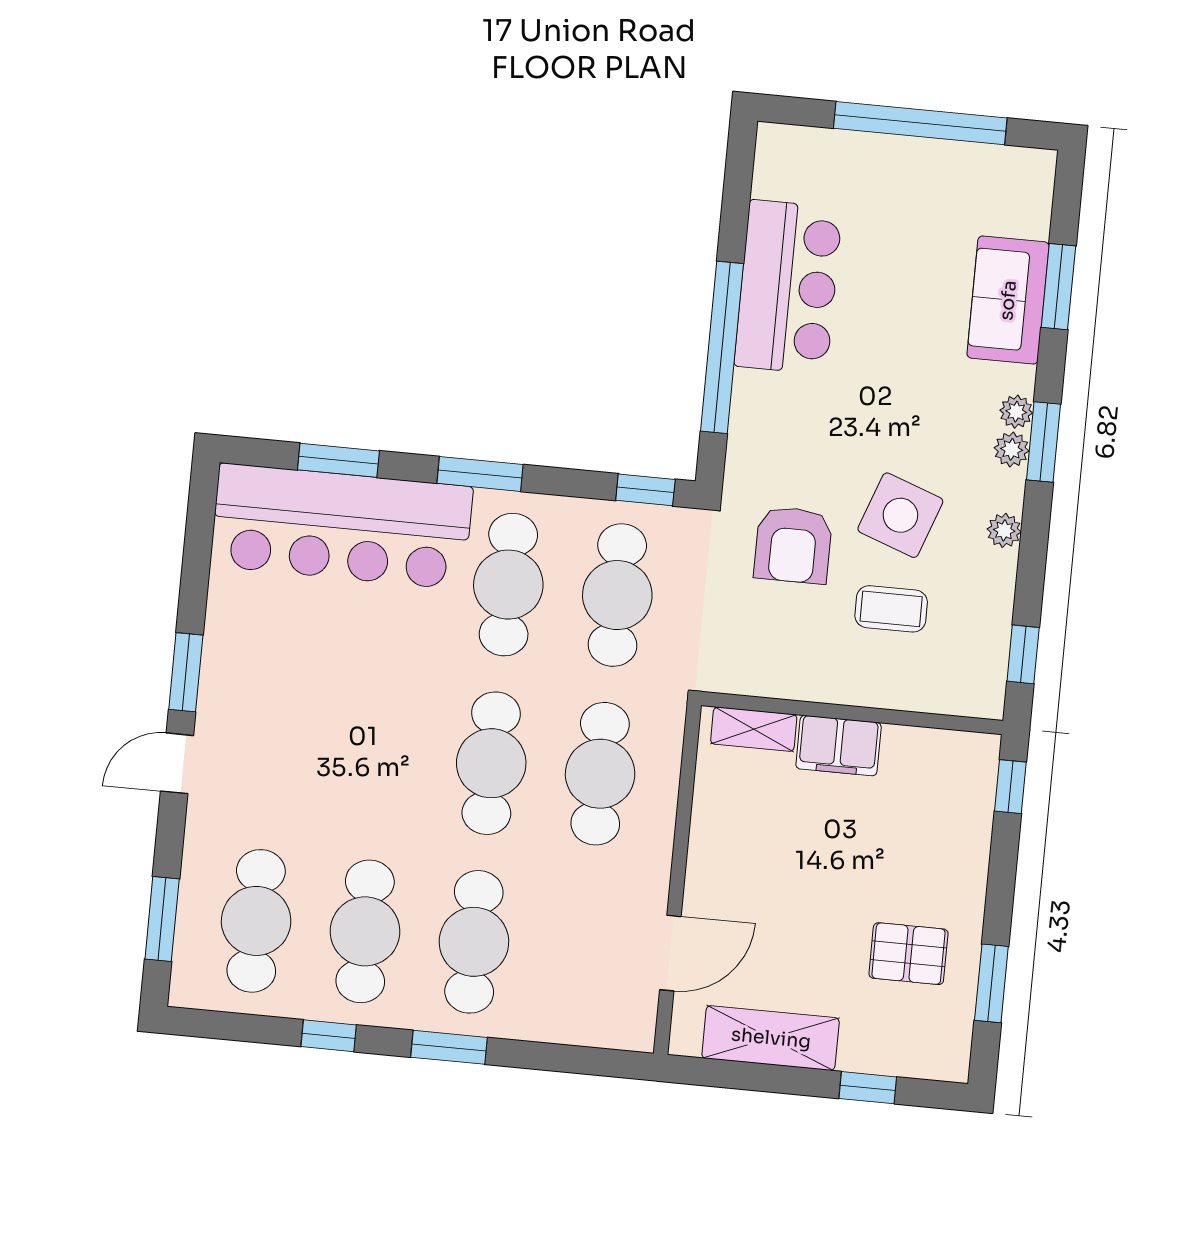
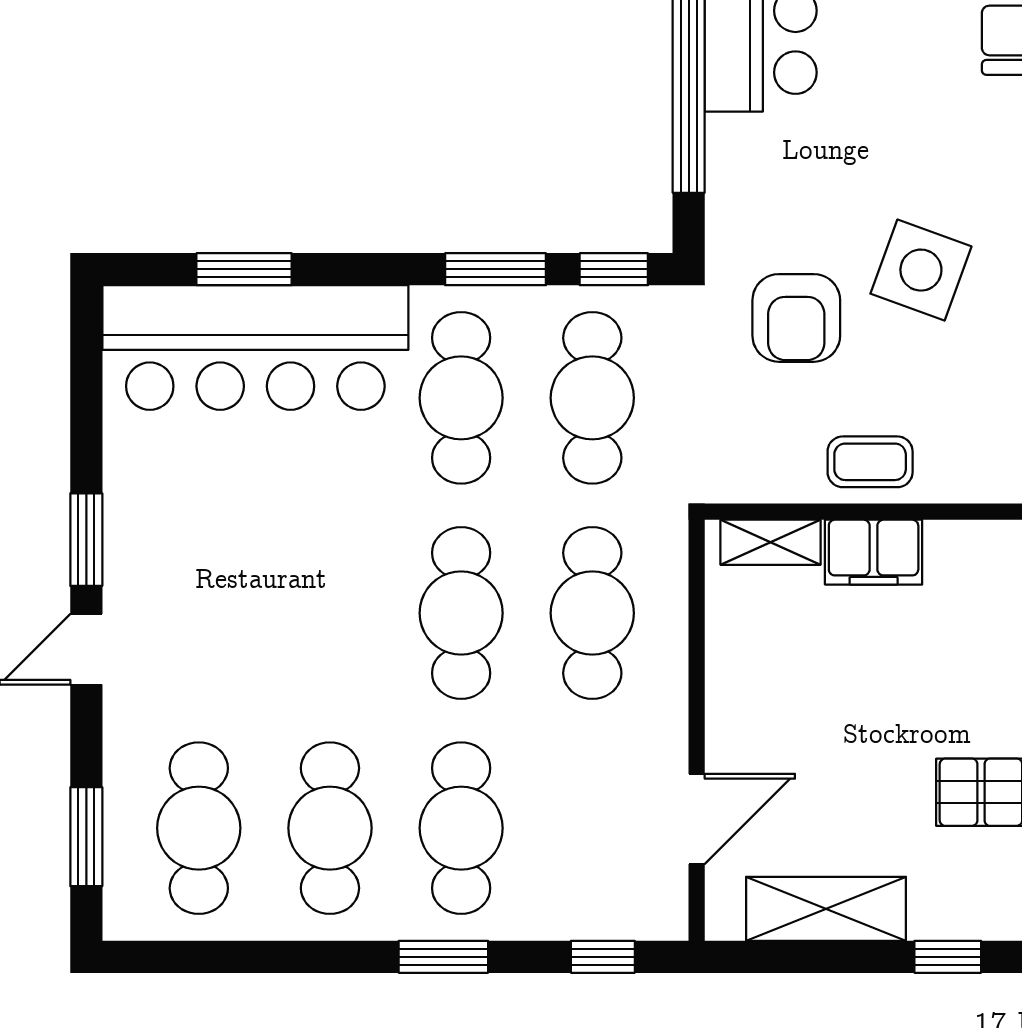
window: (480, 474) -> (495, 269), moved
coffee table: (891, 609) -> (870, 462), moved
window: (329, 1036) -> (603, 957), moved

